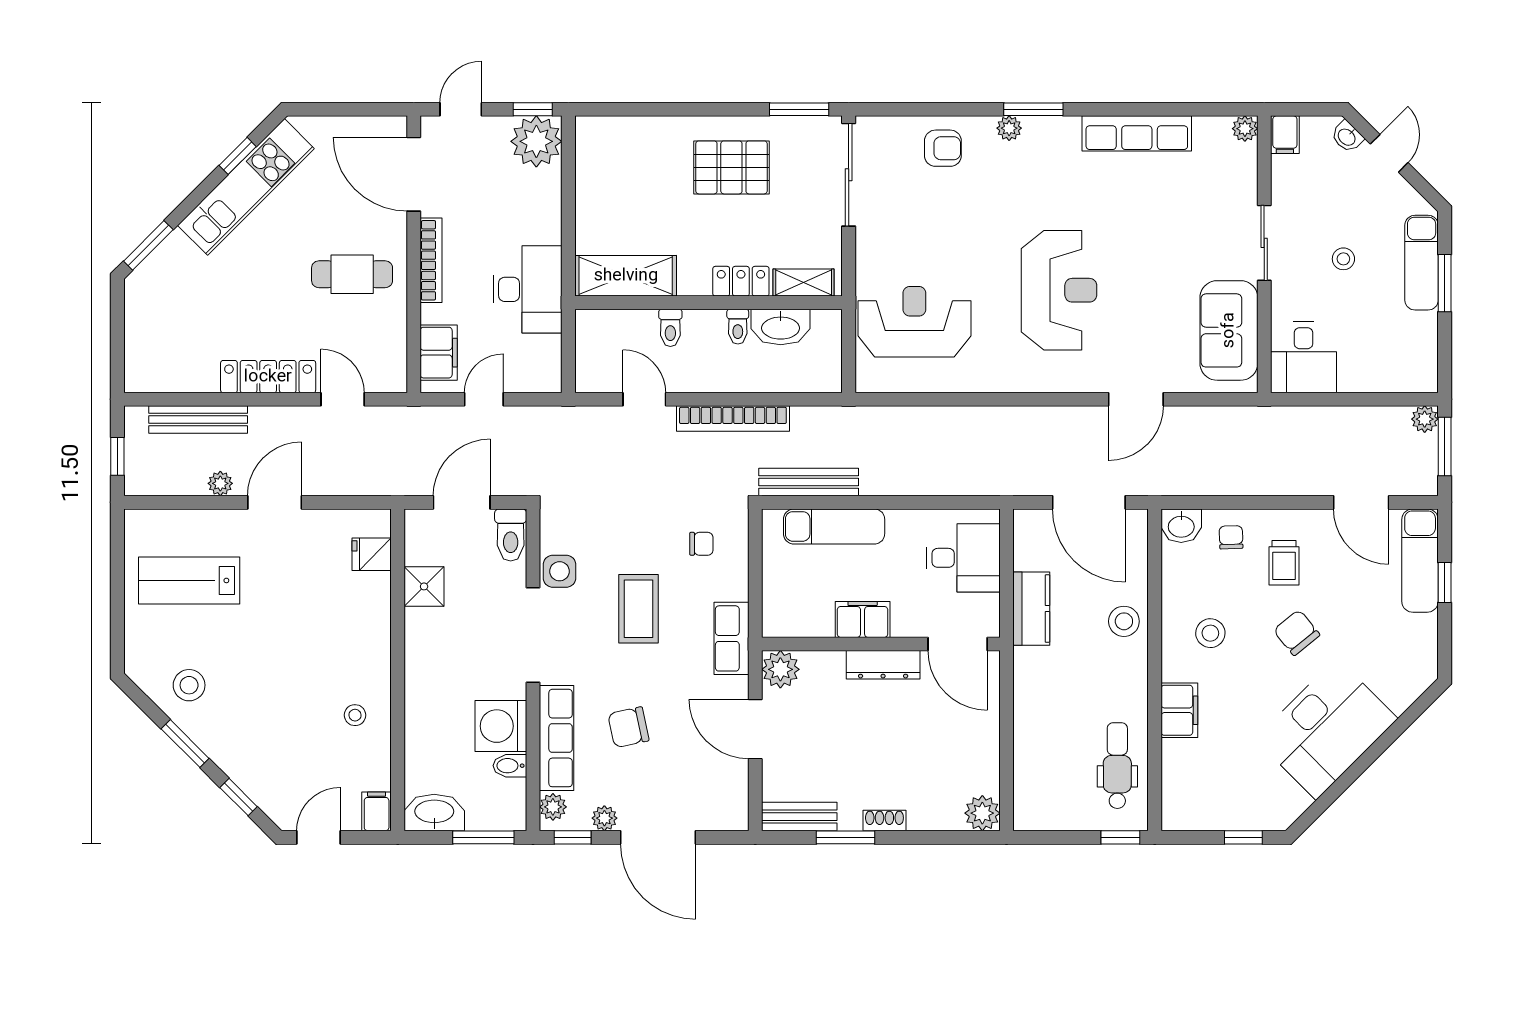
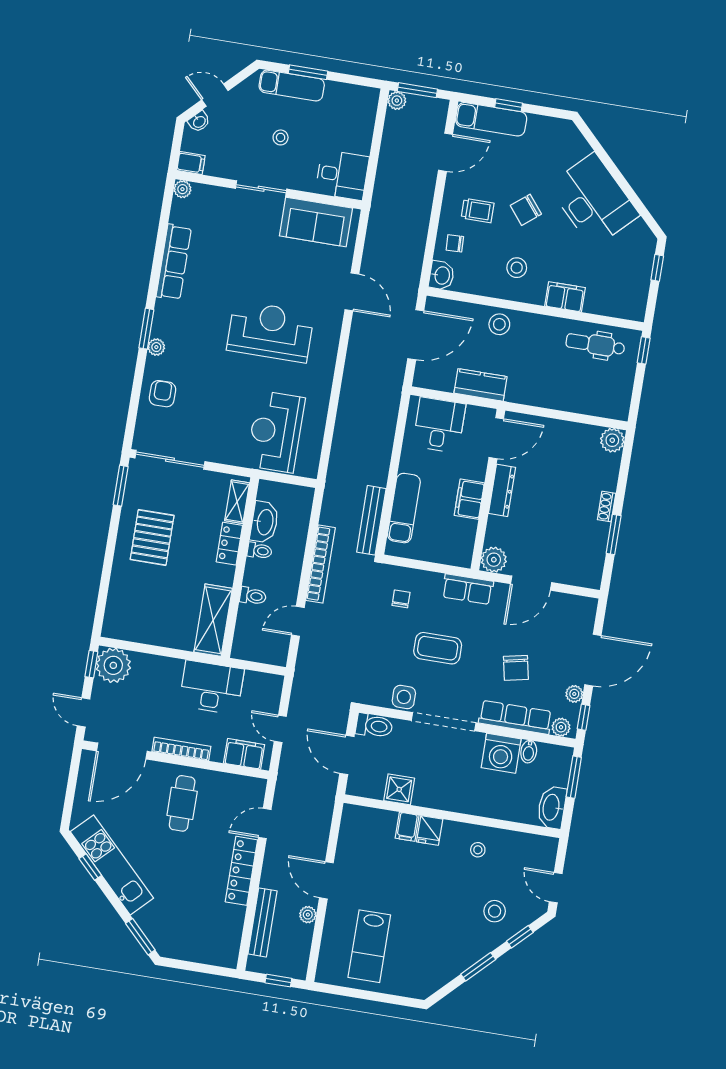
fridge: (372, 554) -> (430, 830), moved
stool: (189, 685) -> (495, 911), moved
filing cabinet: (377, 811) -> (407, 827), moved, turned -90
bench: (799, 817) -> (595, 563), removed

